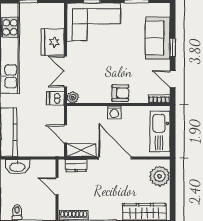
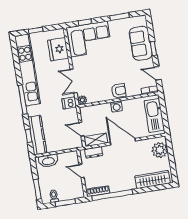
fridge: (53, 42) -> (58, 49), moved

